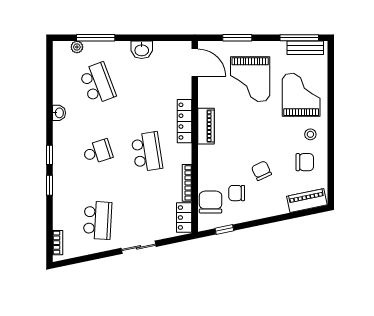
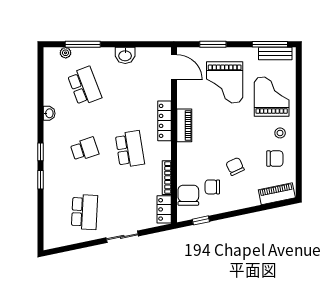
bookcase: (58, 243) -> (48, 232), removed

